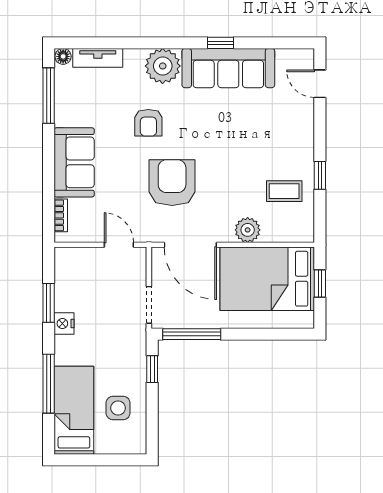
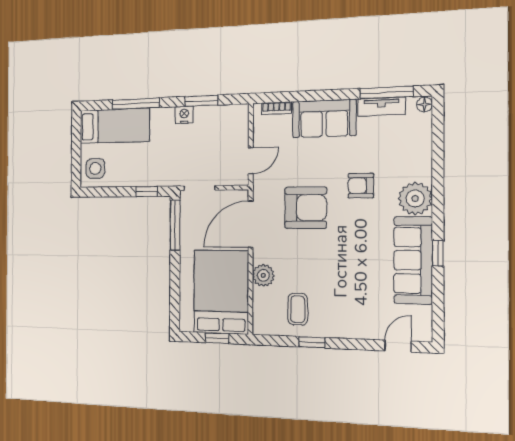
tv unit: (98, 58) -> (381, 107), moved, turned -90
side table: (118, 408) -> (95, 168), moved

